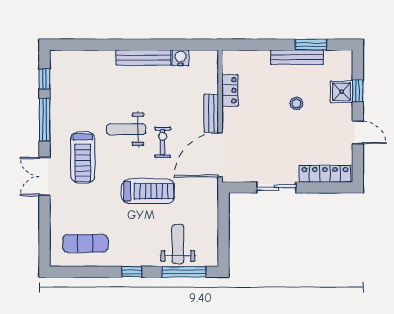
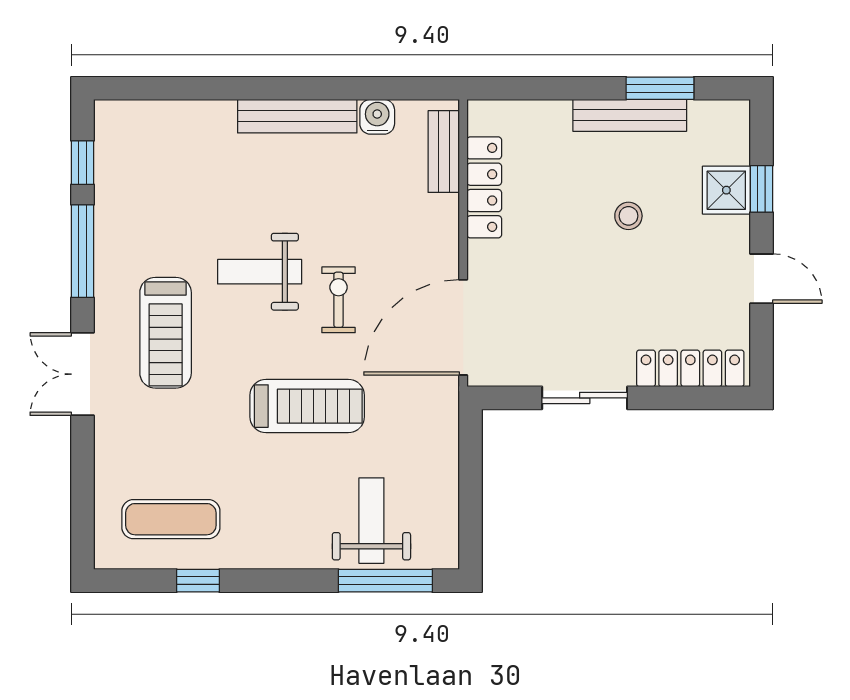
locker: (230, 90) -> (484, 187), width x1.53
bench: (211, 113) -> (444, 152), moved
window: (132, 272) -> (198, 581), moved

